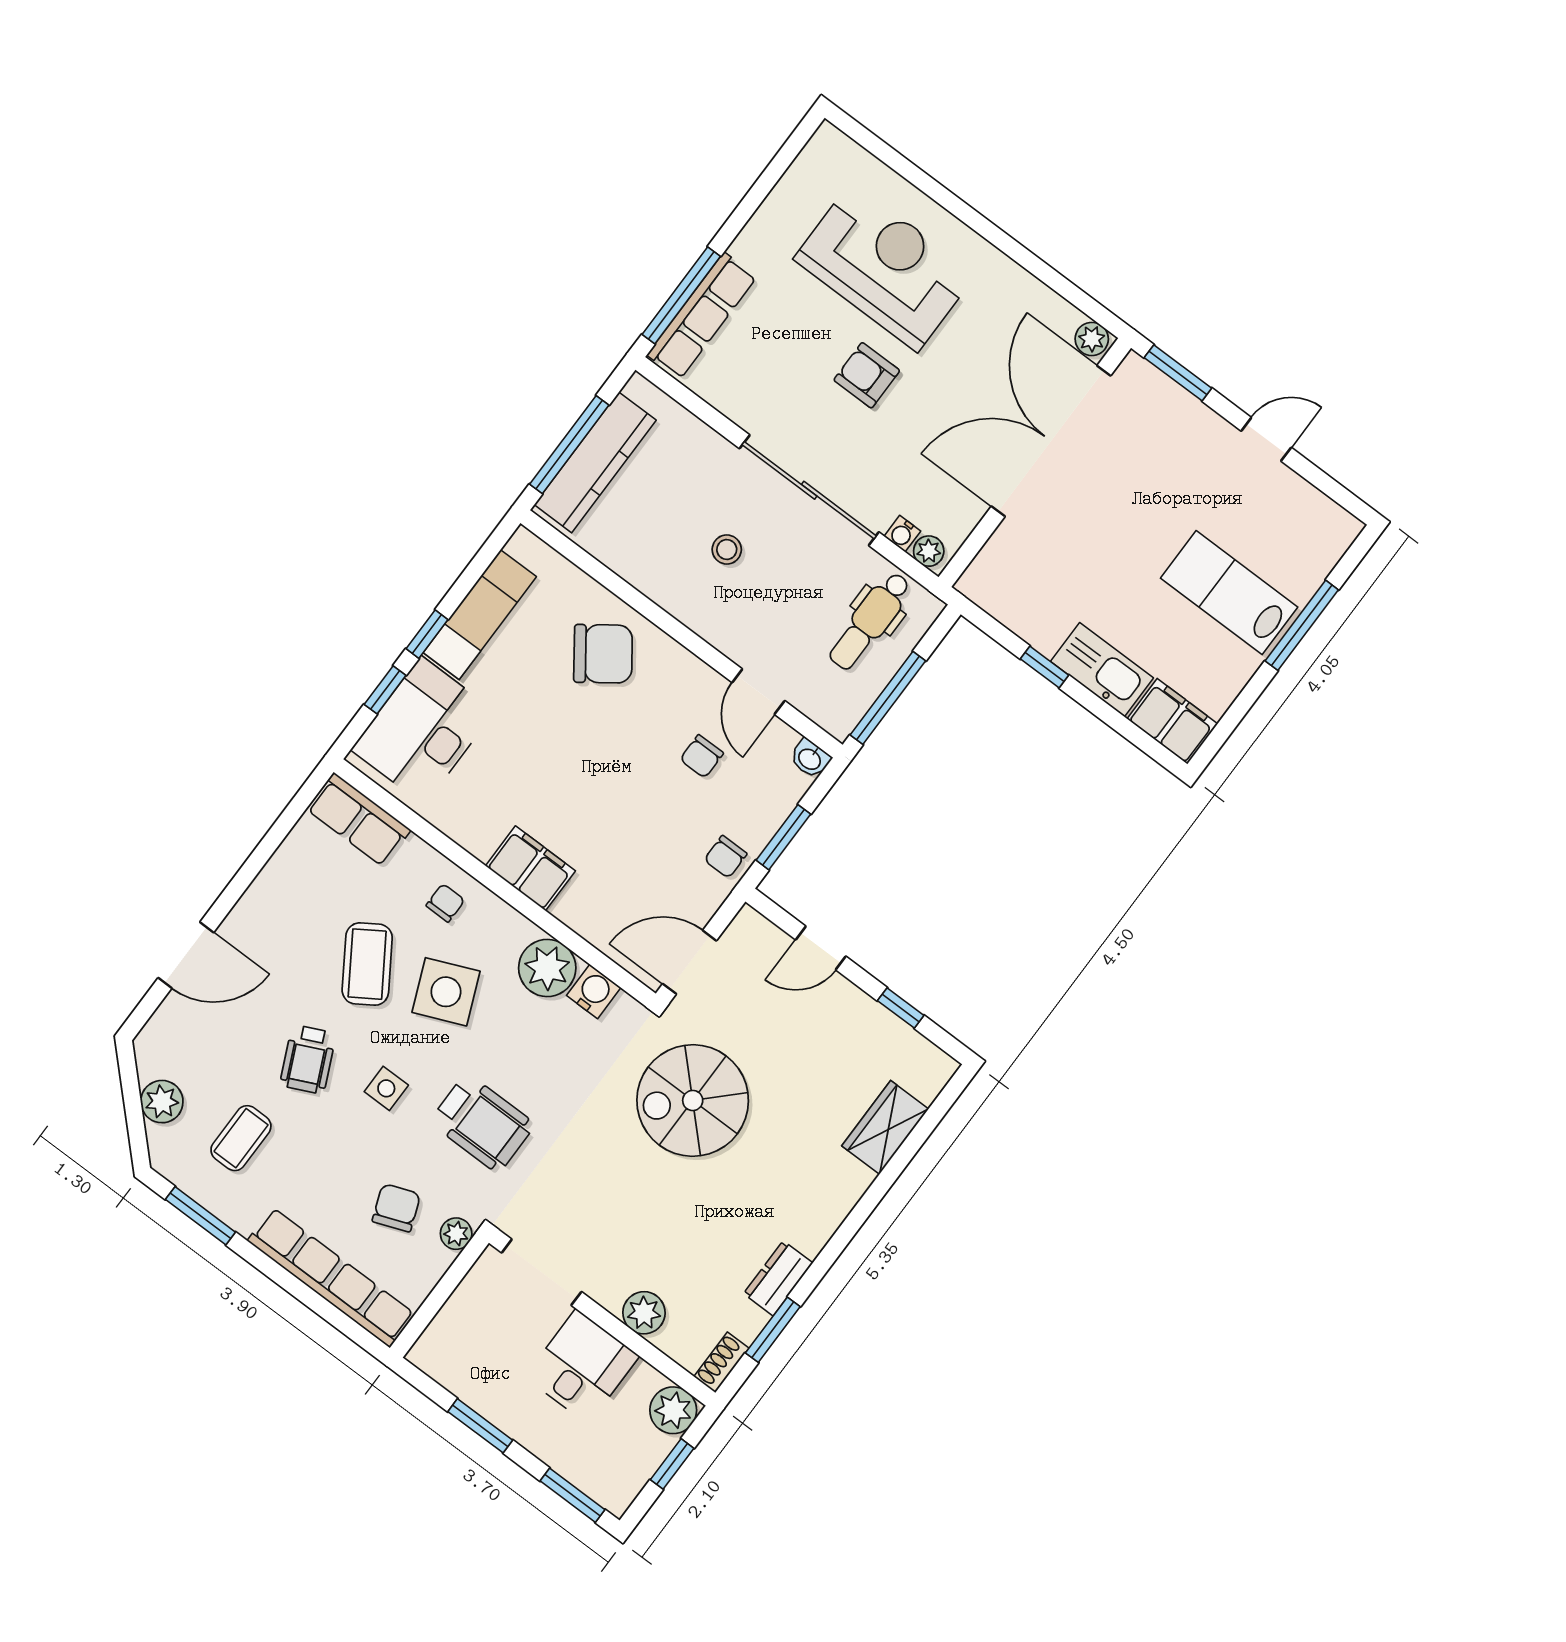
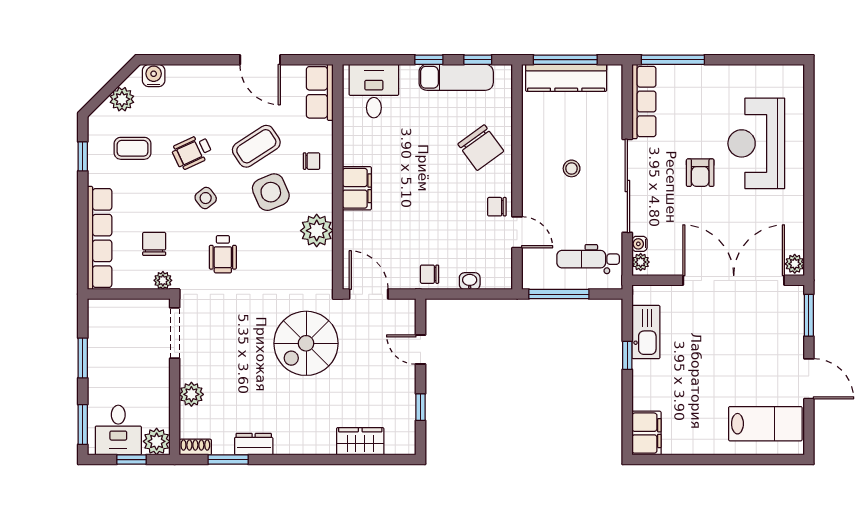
reception desk: (885, 267) -> (756, 143), turned 180
row of seats: (702, 316) -> (644, 101), moved, turned -90
armchair: (867, 375) -> (700, 173), turned 180
door: (1266, 439) -> (809, 379), width x1.38
lab bench: (1229, 593) -> (765, 424), moved, turned 90
window: (1302, 625) -> (735, 460), removed
kitchen sink: (1102, 670) -> (646, 332), moved
window: (385, 690) -> (478, 60), moved
door: (758, 692) -> (517, 232), swing flipped
desk: (423, 730) -> (374, 91), width x0.73
chair: (702, 756) -> (497, 207), moved
washbasin: (810, 759) -> (470, 281), moved, turned 90
window: (783, 837) -> (459, 294), removed
door: (186, 955) -> (260, 60), moved
water cooler: (594, 992) -> (154, 76), moved, turned -90
side table: (386, 1088) -> (206, 198), turned -38
spiral stairs: (693, 1100) -> (306, 343), turned -90
wheelchair: (482, 1123) -> (223, 254), width x0.73, depth x0.73
chair: (396, 1208) -> (154, 244), turned -69
window: (200, 1216) -> (83, 156), width x0.67
desk: (582, 1366) -> (118, 430), moved, turned 90

